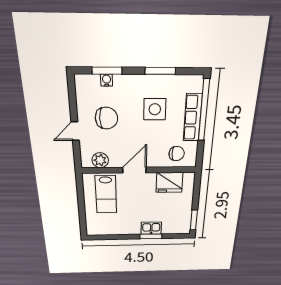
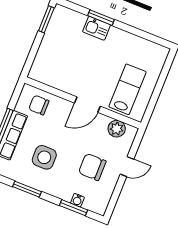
fridge: (169, 182) -> (57, 76), removed

